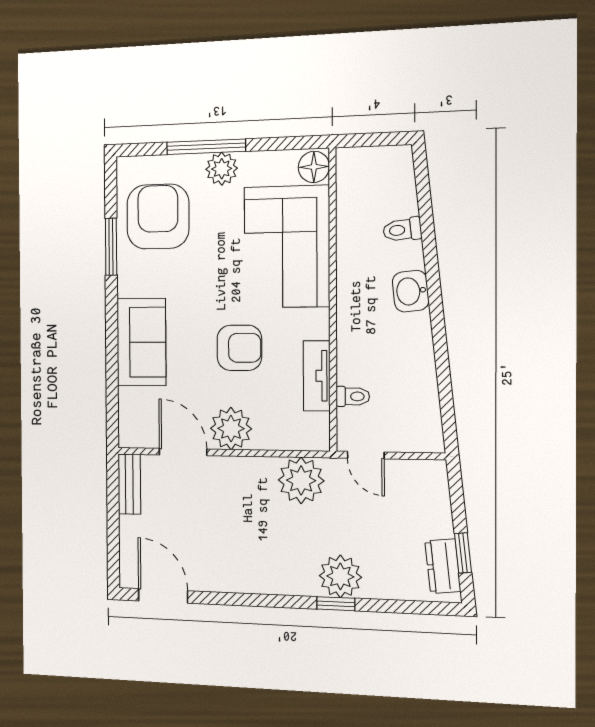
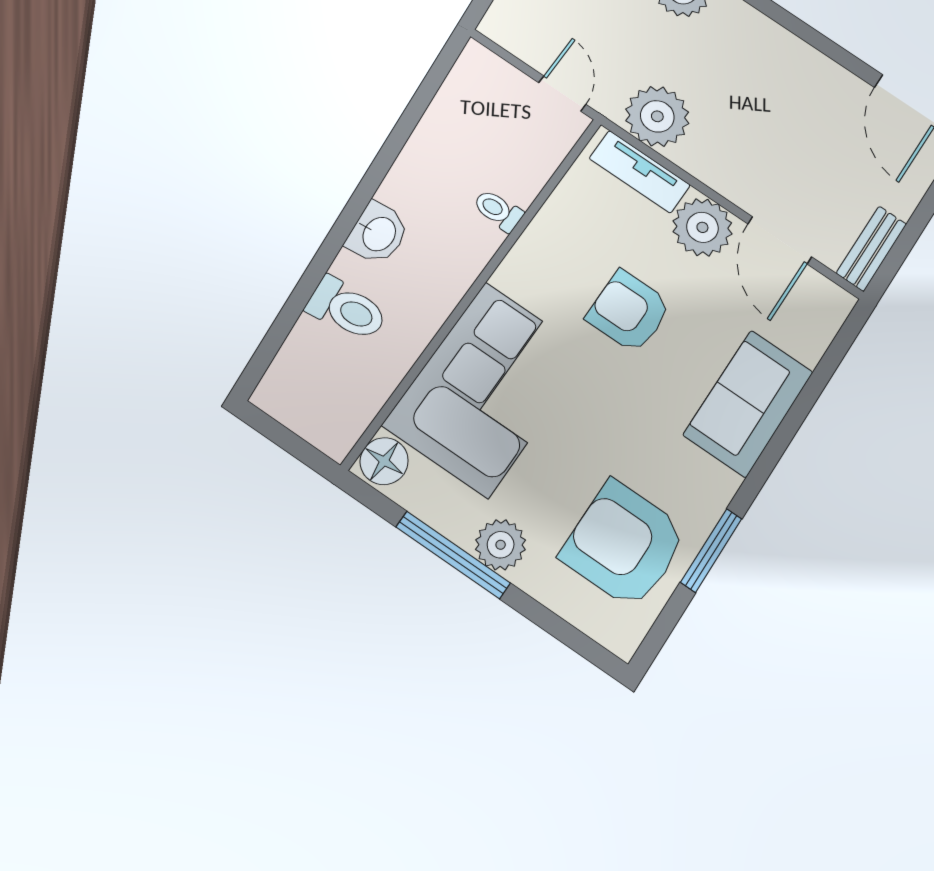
window: (206, 147) -> (453, 555), moved
armchair: (158, 217) -> (624, 544), turned 90
toilet: (402, 230) -> (347, 309), width x1.37, depth x1.39
tv unit: (317, 376) -> (640, 172), moved, turned 90
toilet: (353, 396) -> (498, 210), moved

